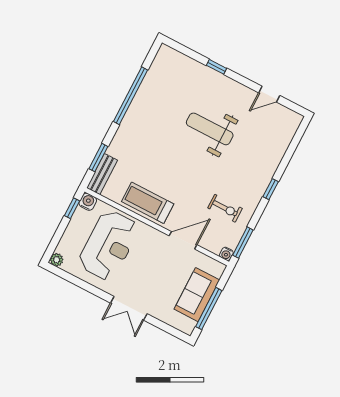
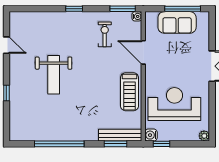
bench: (102, 174) -> (120, 135), width x1.36

